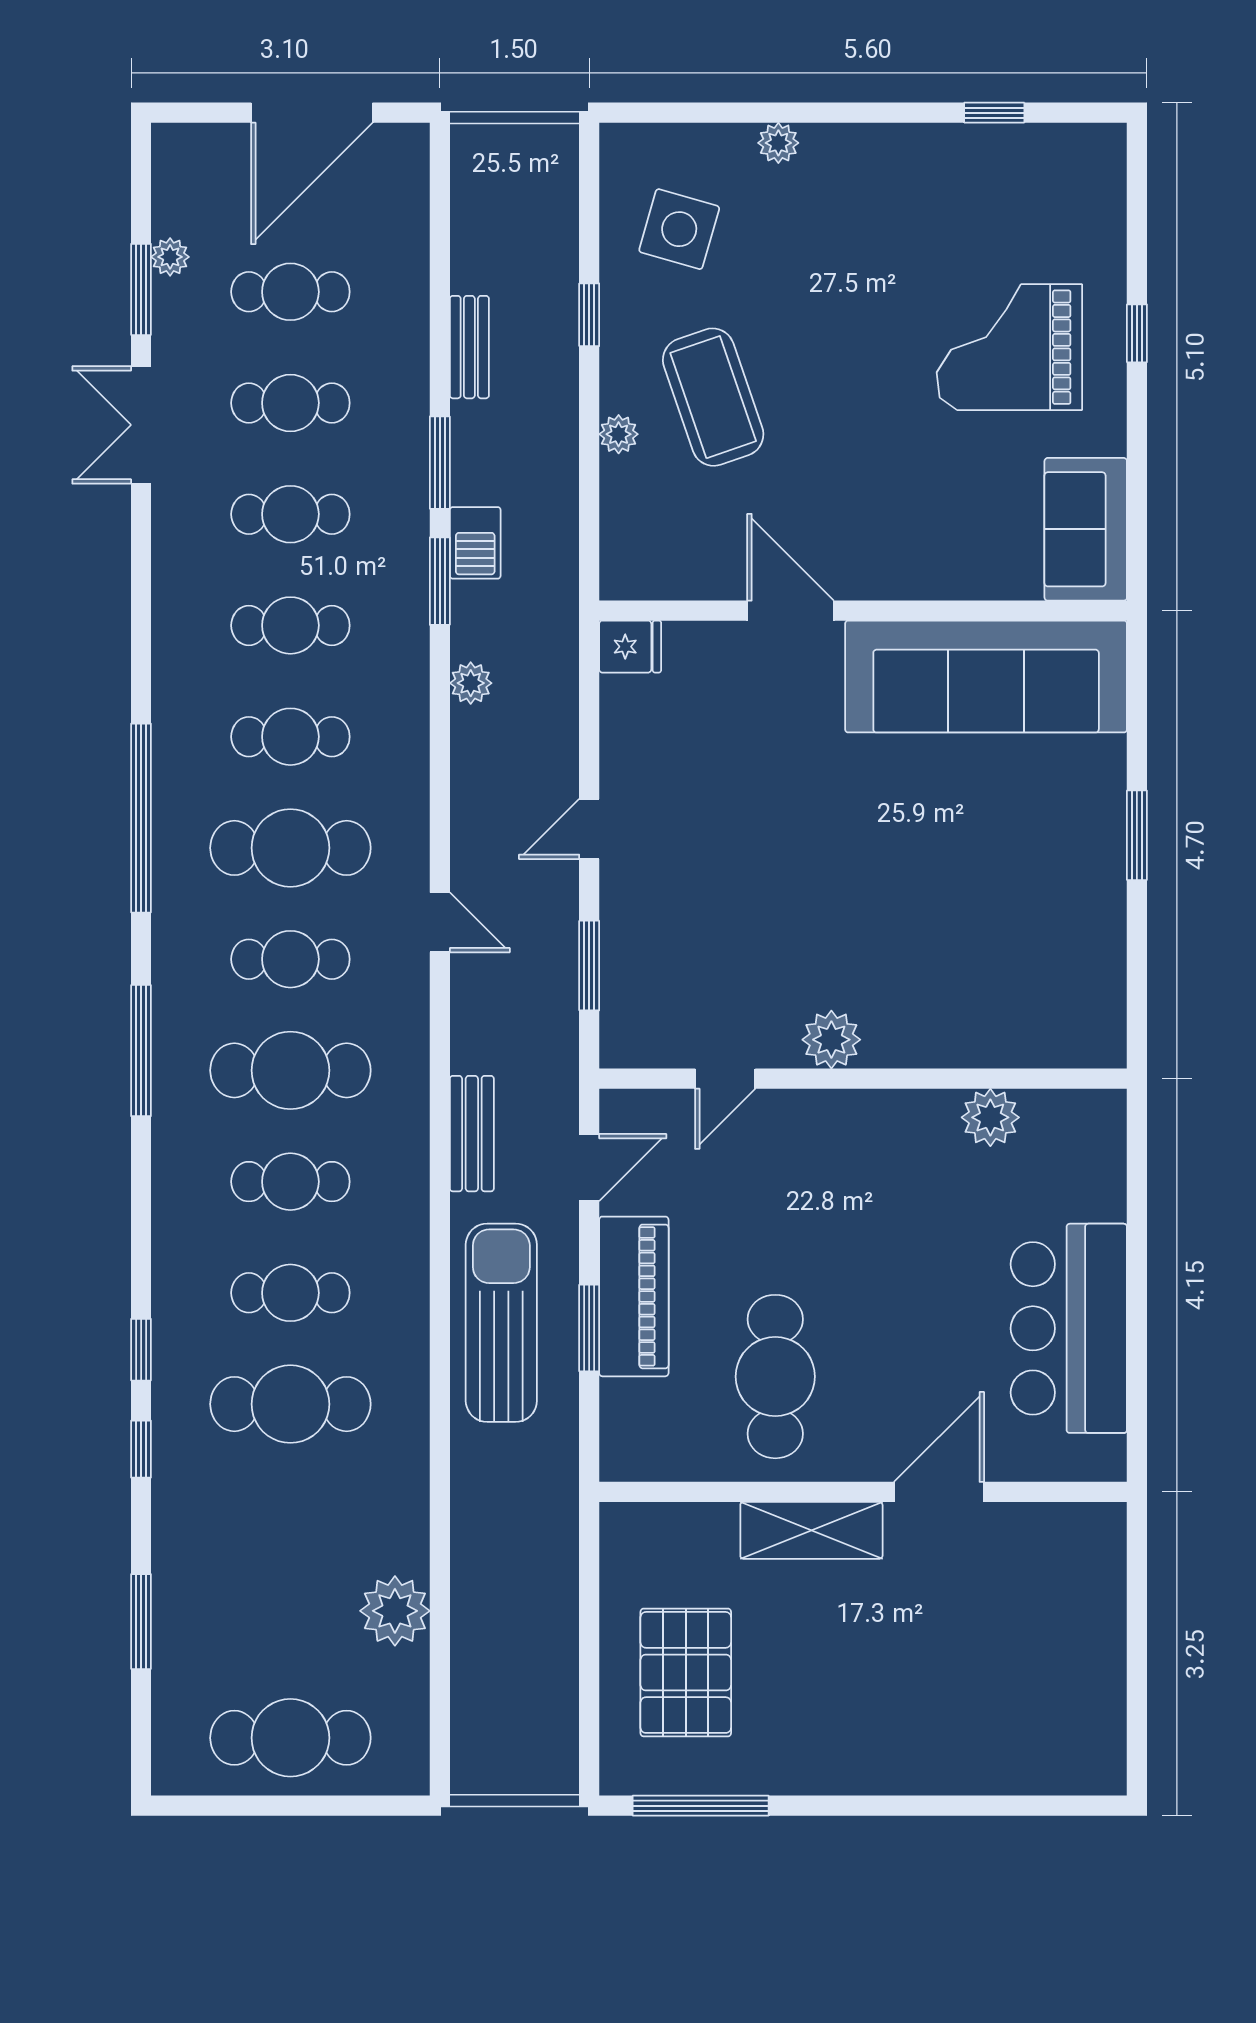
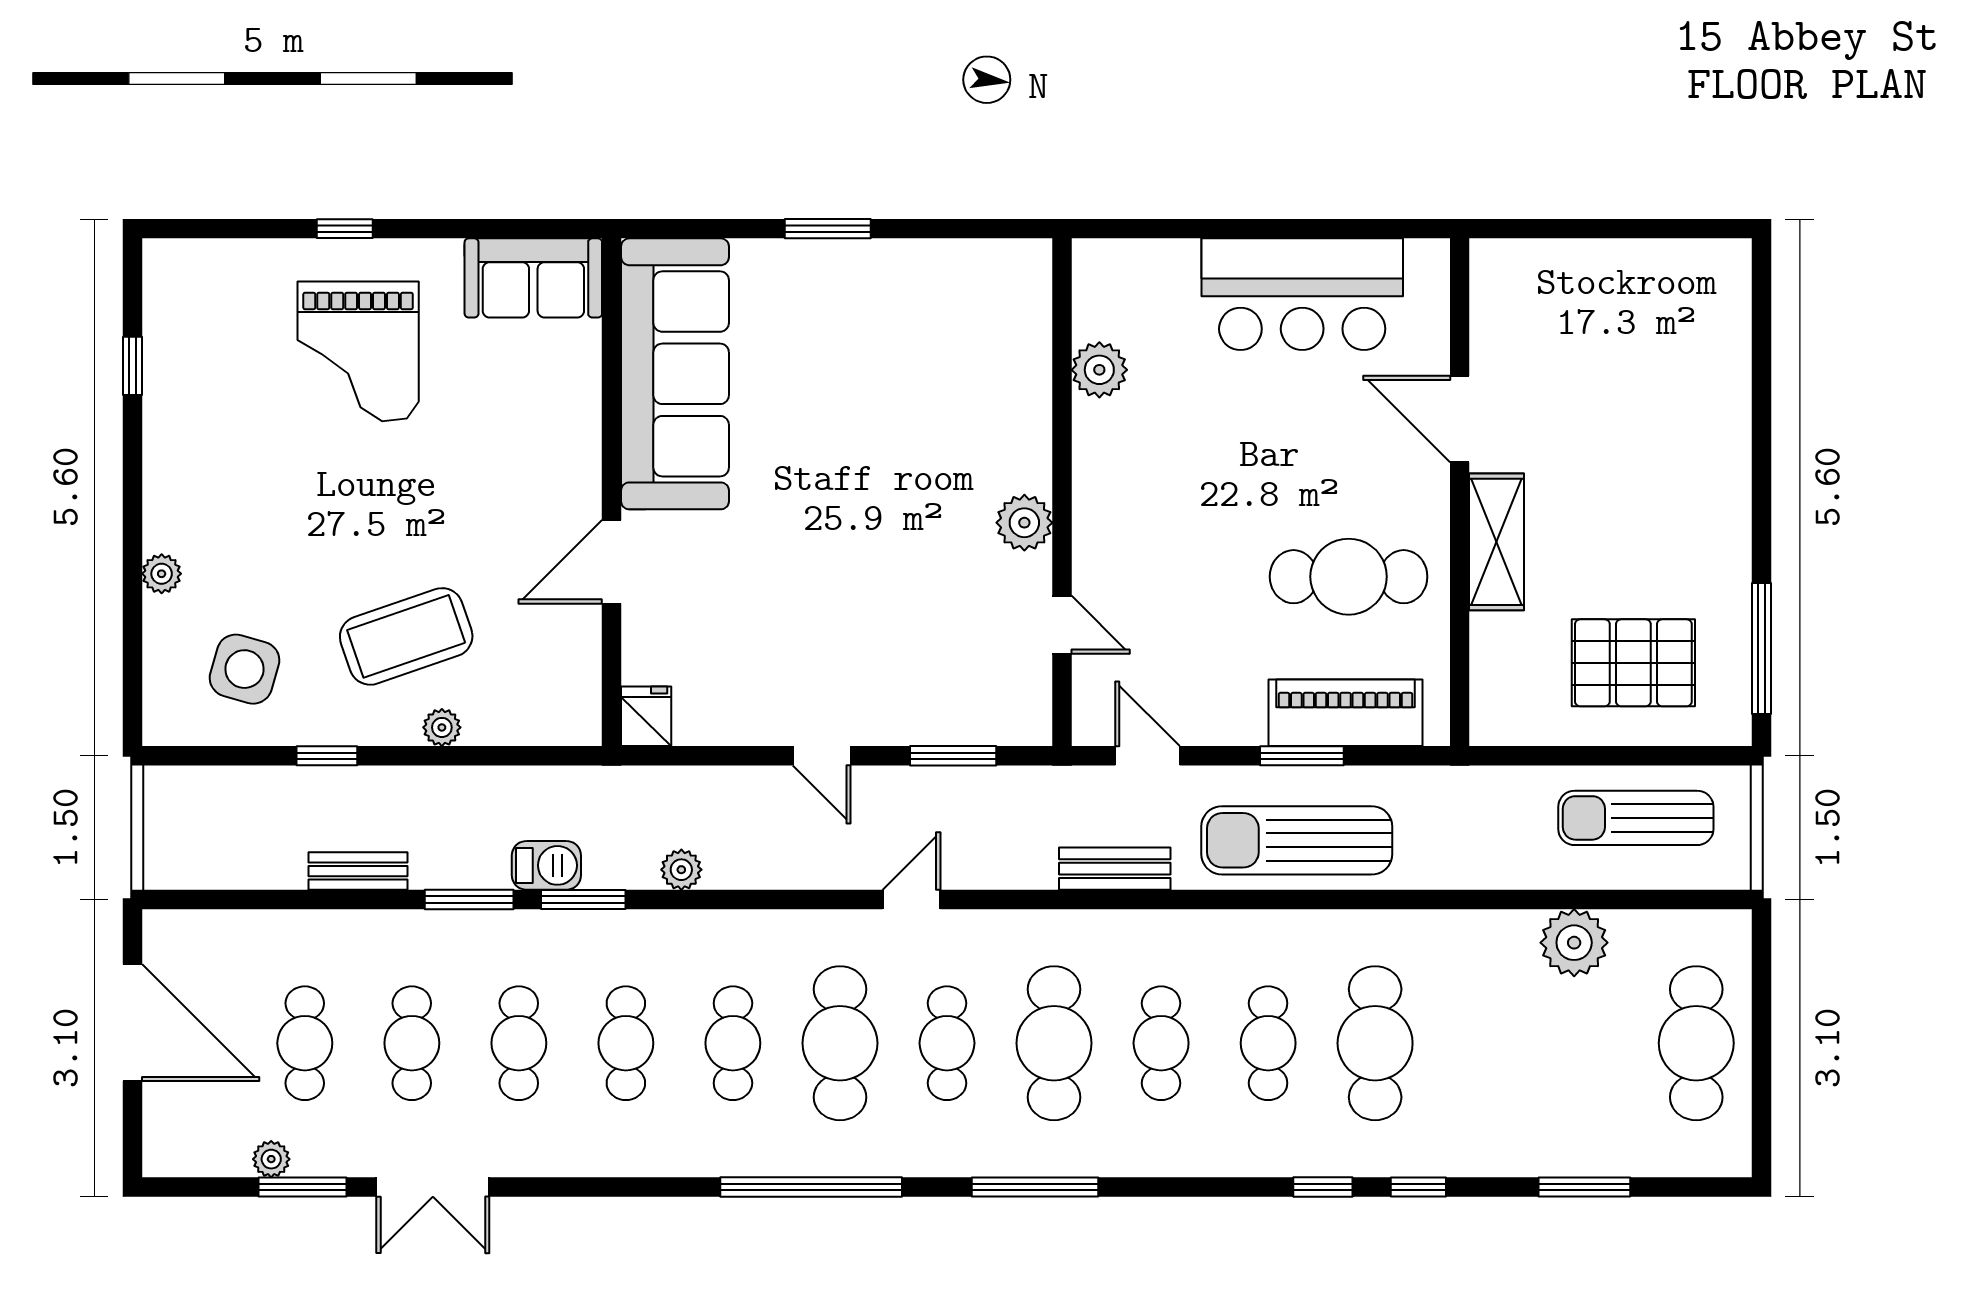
piano: (634, 1296) -> (1346, 713), moved
sun lounger: (525, 1675) -> (1636, 818), added

